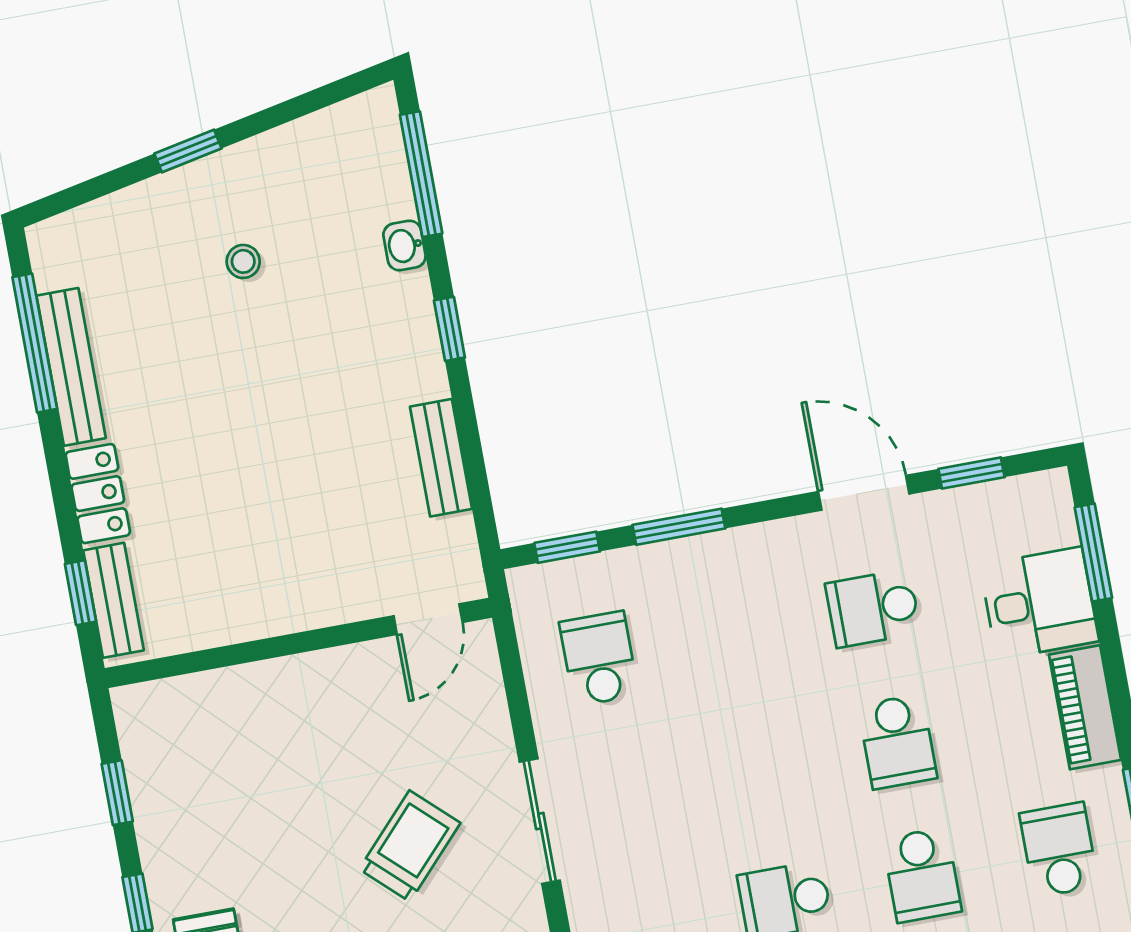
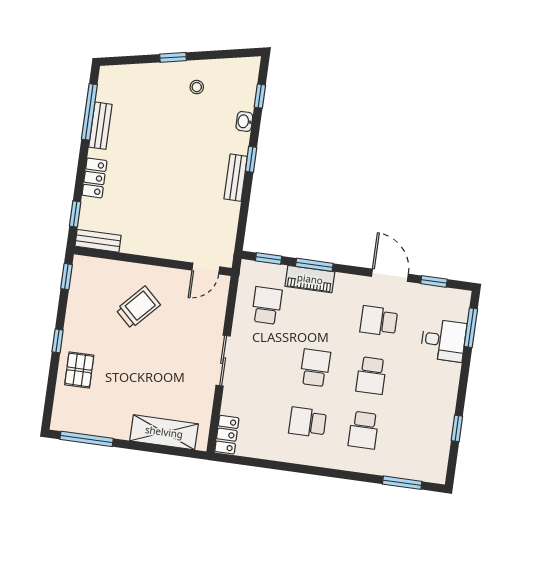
window: (421, 174) -> (260, 96), width x0.46
stool: (243, 261) -> (197, 87), moved
bench: (71, 367) -> (100, 126), width x0.73
bench: (441, 458) -> (236, 178), moved
bench: (113, 600) -> (98, 241), moved, turned 90
piano: (1085, 707) -> (310, 279), moved, turned -90
window: (117, 793) -> (66, 277), moved
trolley: (410, 846) -> (138, 307), moved
school desk: (1059, 850) -> (315, 368), moved

